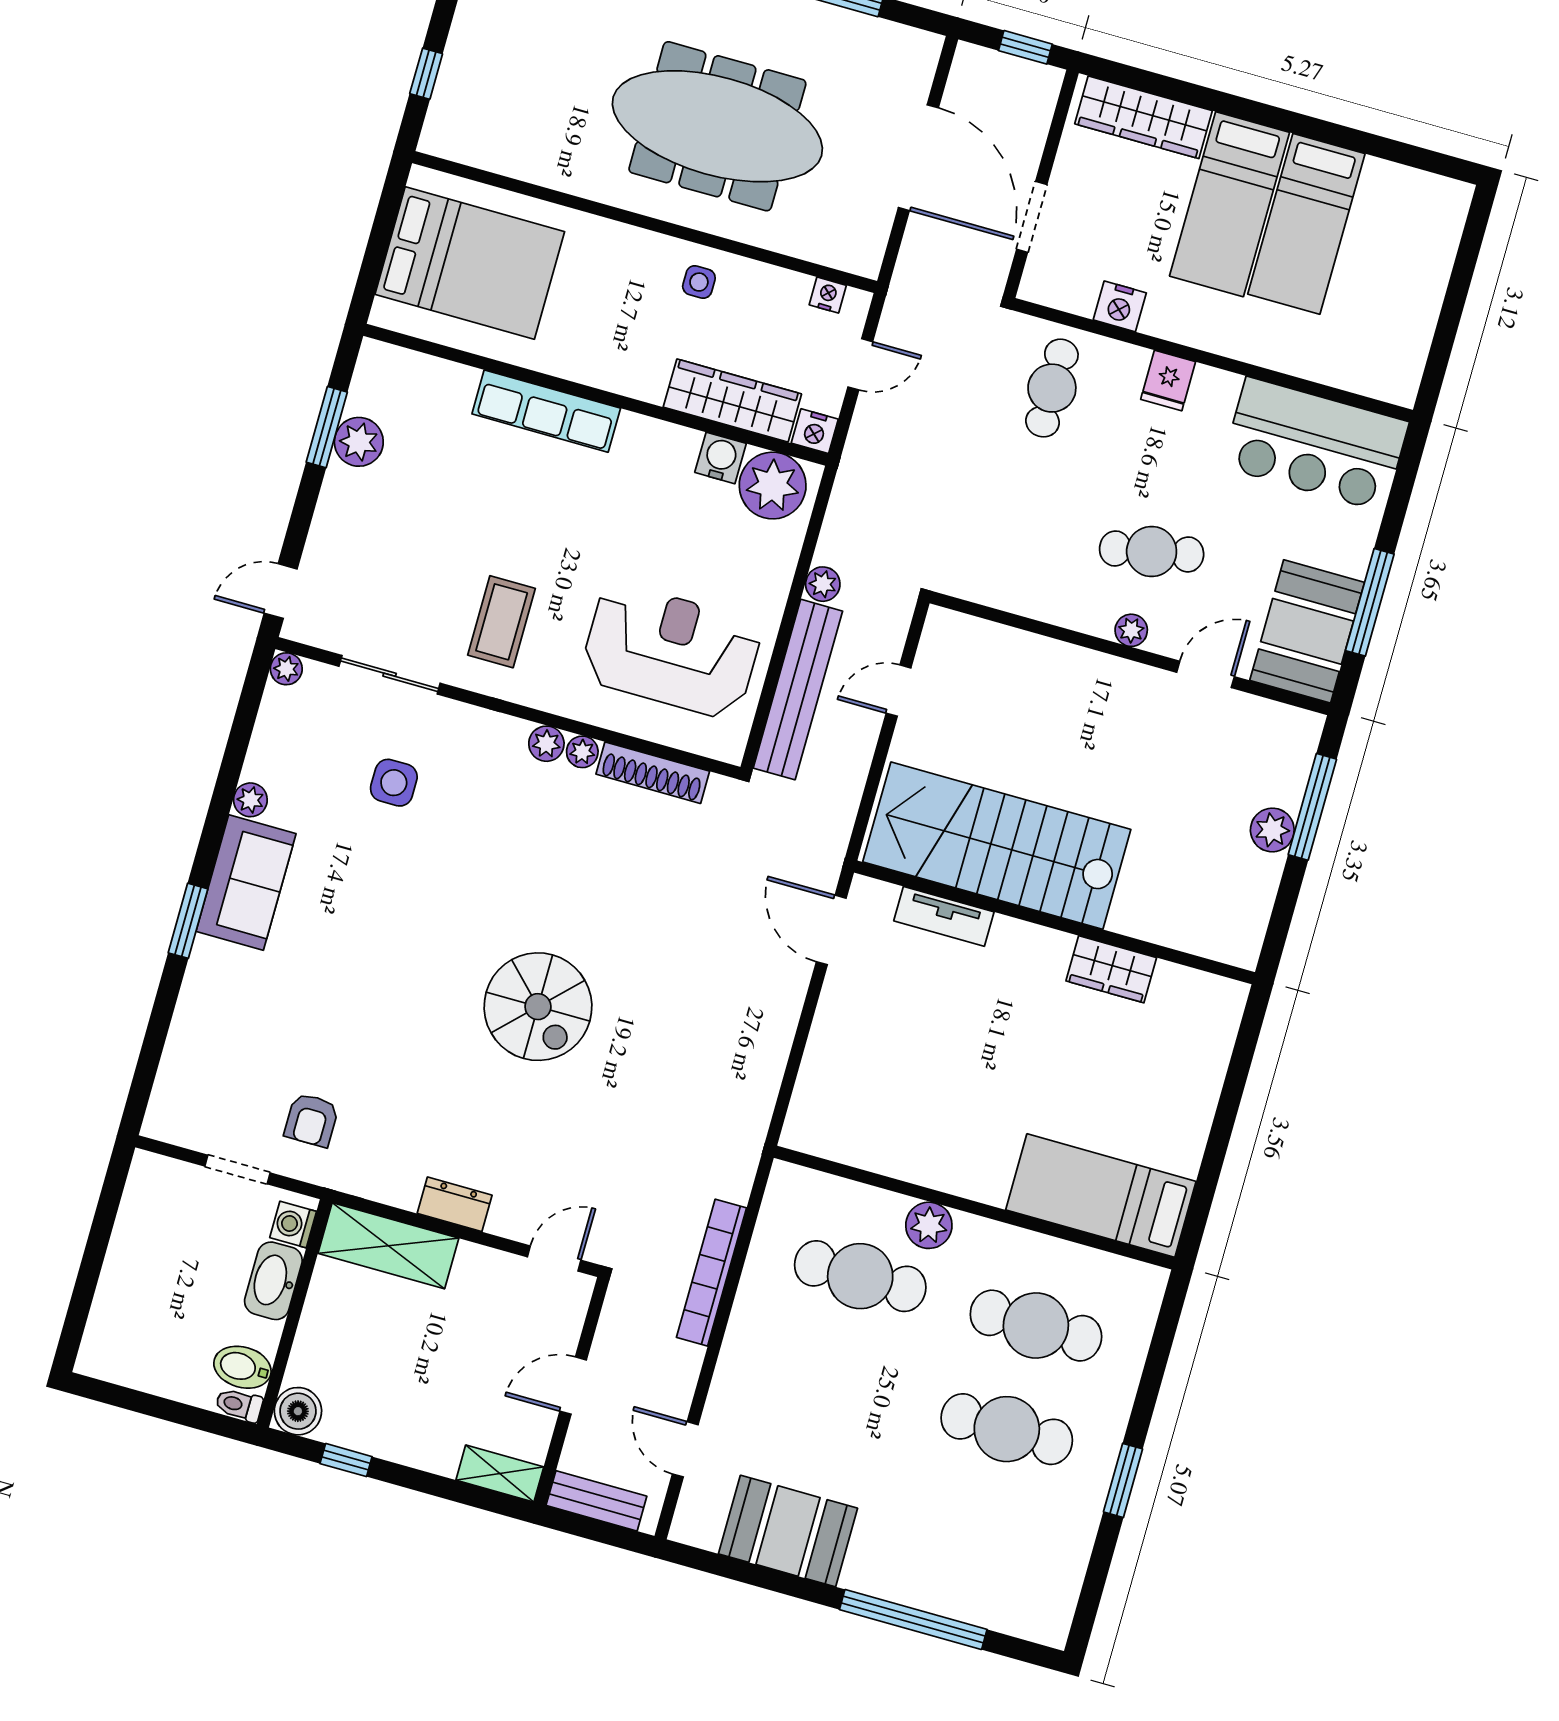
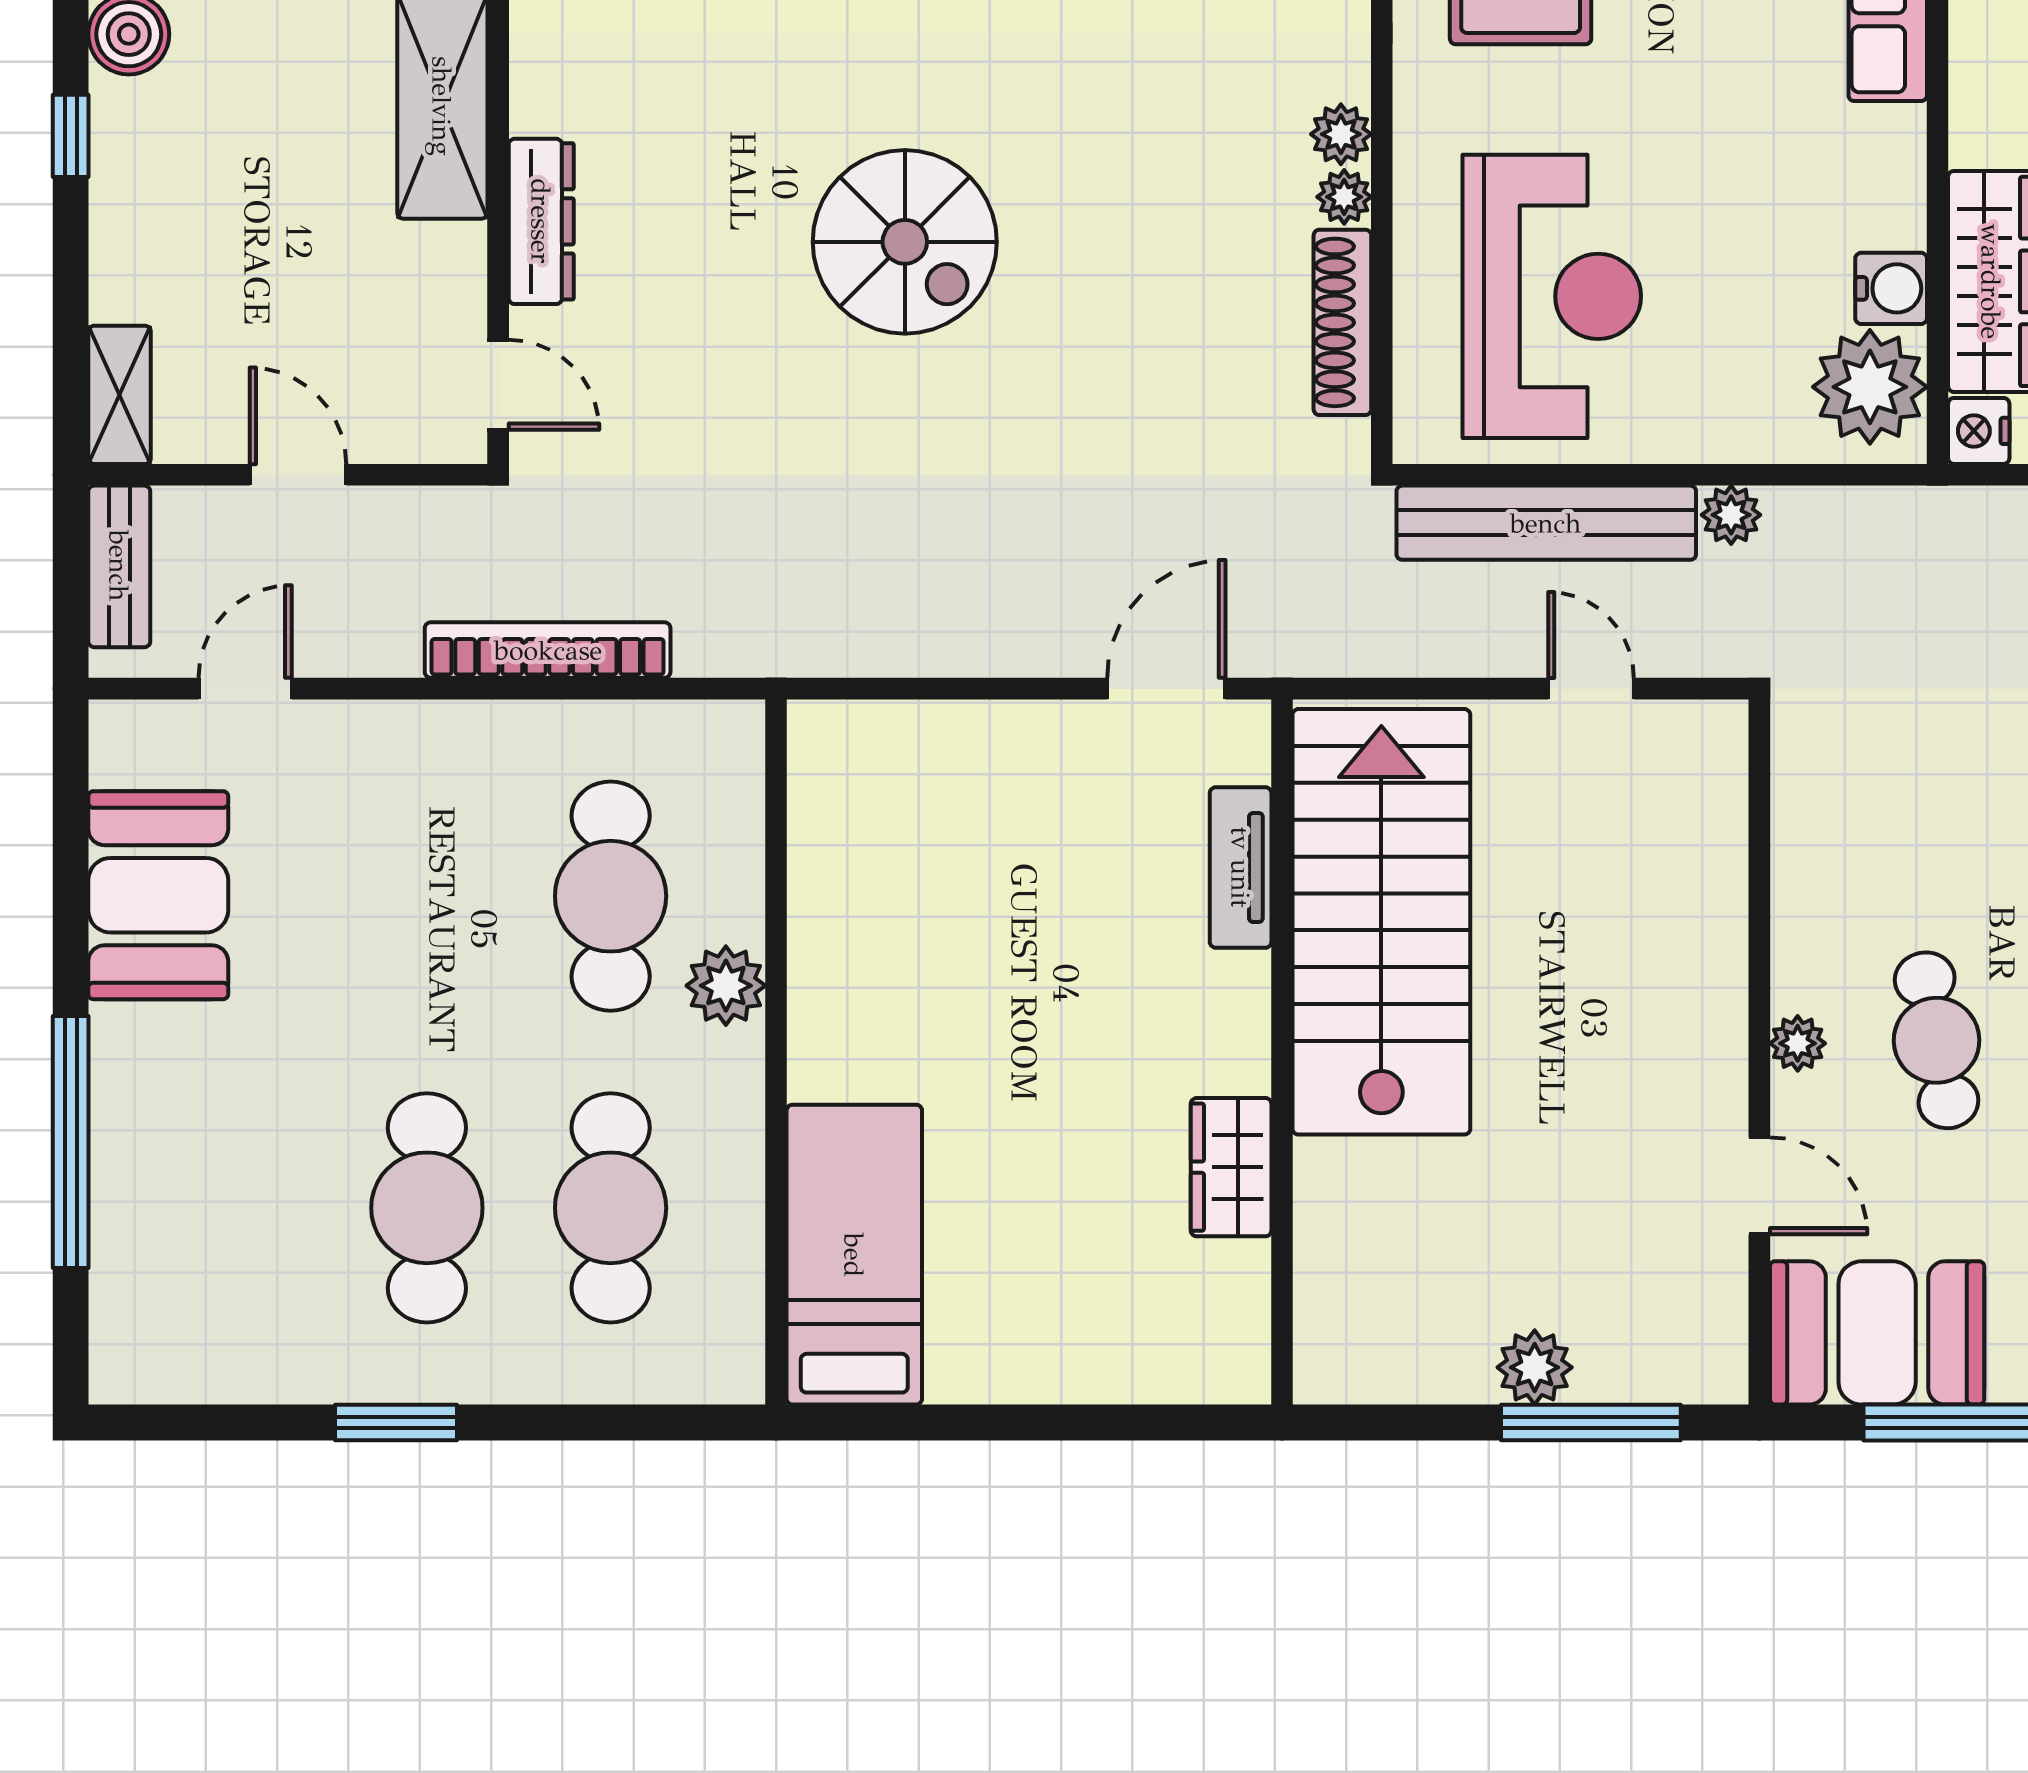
spiral stairs: (538, 1007) -> (905, 242), turned -90
dresser: (455, 1204) -> (541, 221), width x1.44

